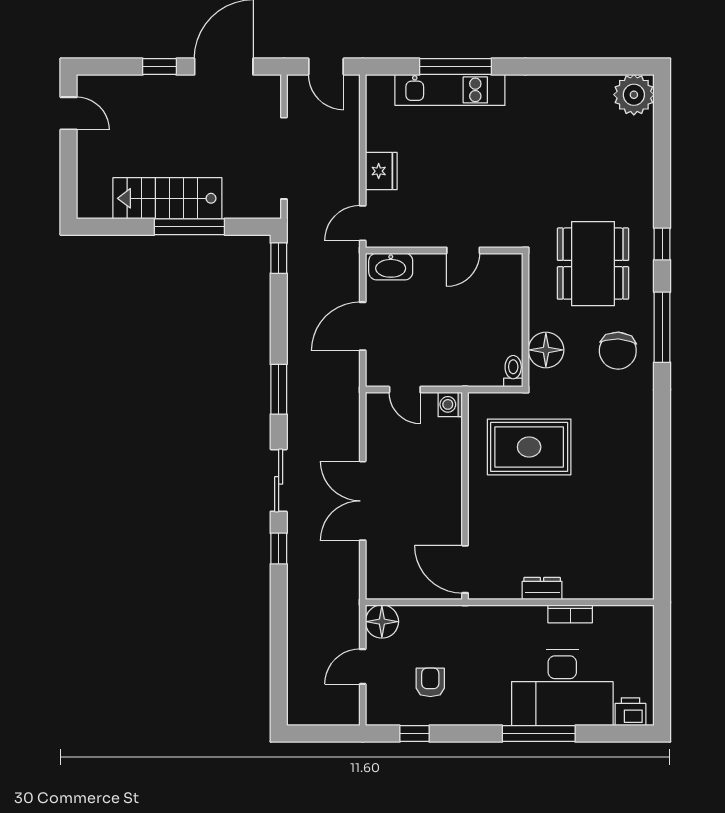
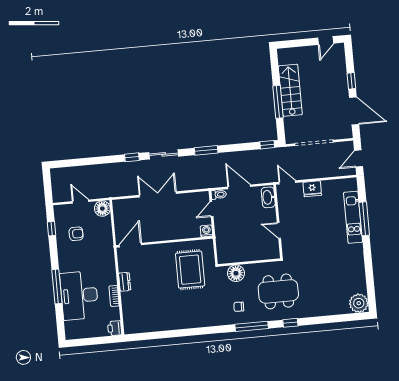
chair: (618, 351) -> (239, 307), width x0.54, depth x0.54
toilet: (513, 371) -> (219, 194), moved
printer: (630, 712) -> (115, 328), moved, turned 180

